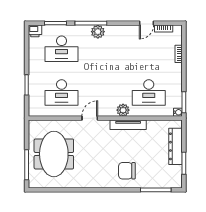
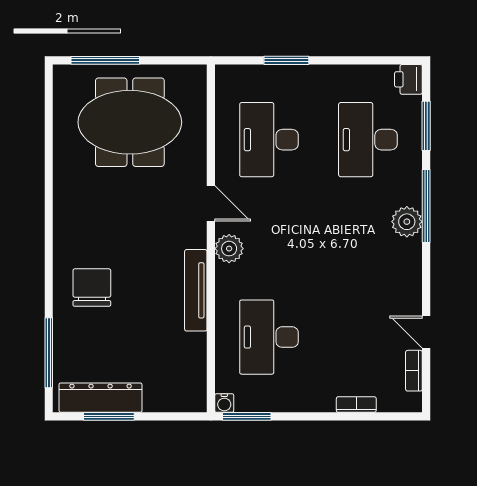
plant: (123, 110) -> (229, 249), moved
dresser: (176, 146) -> (101, 398), moved

